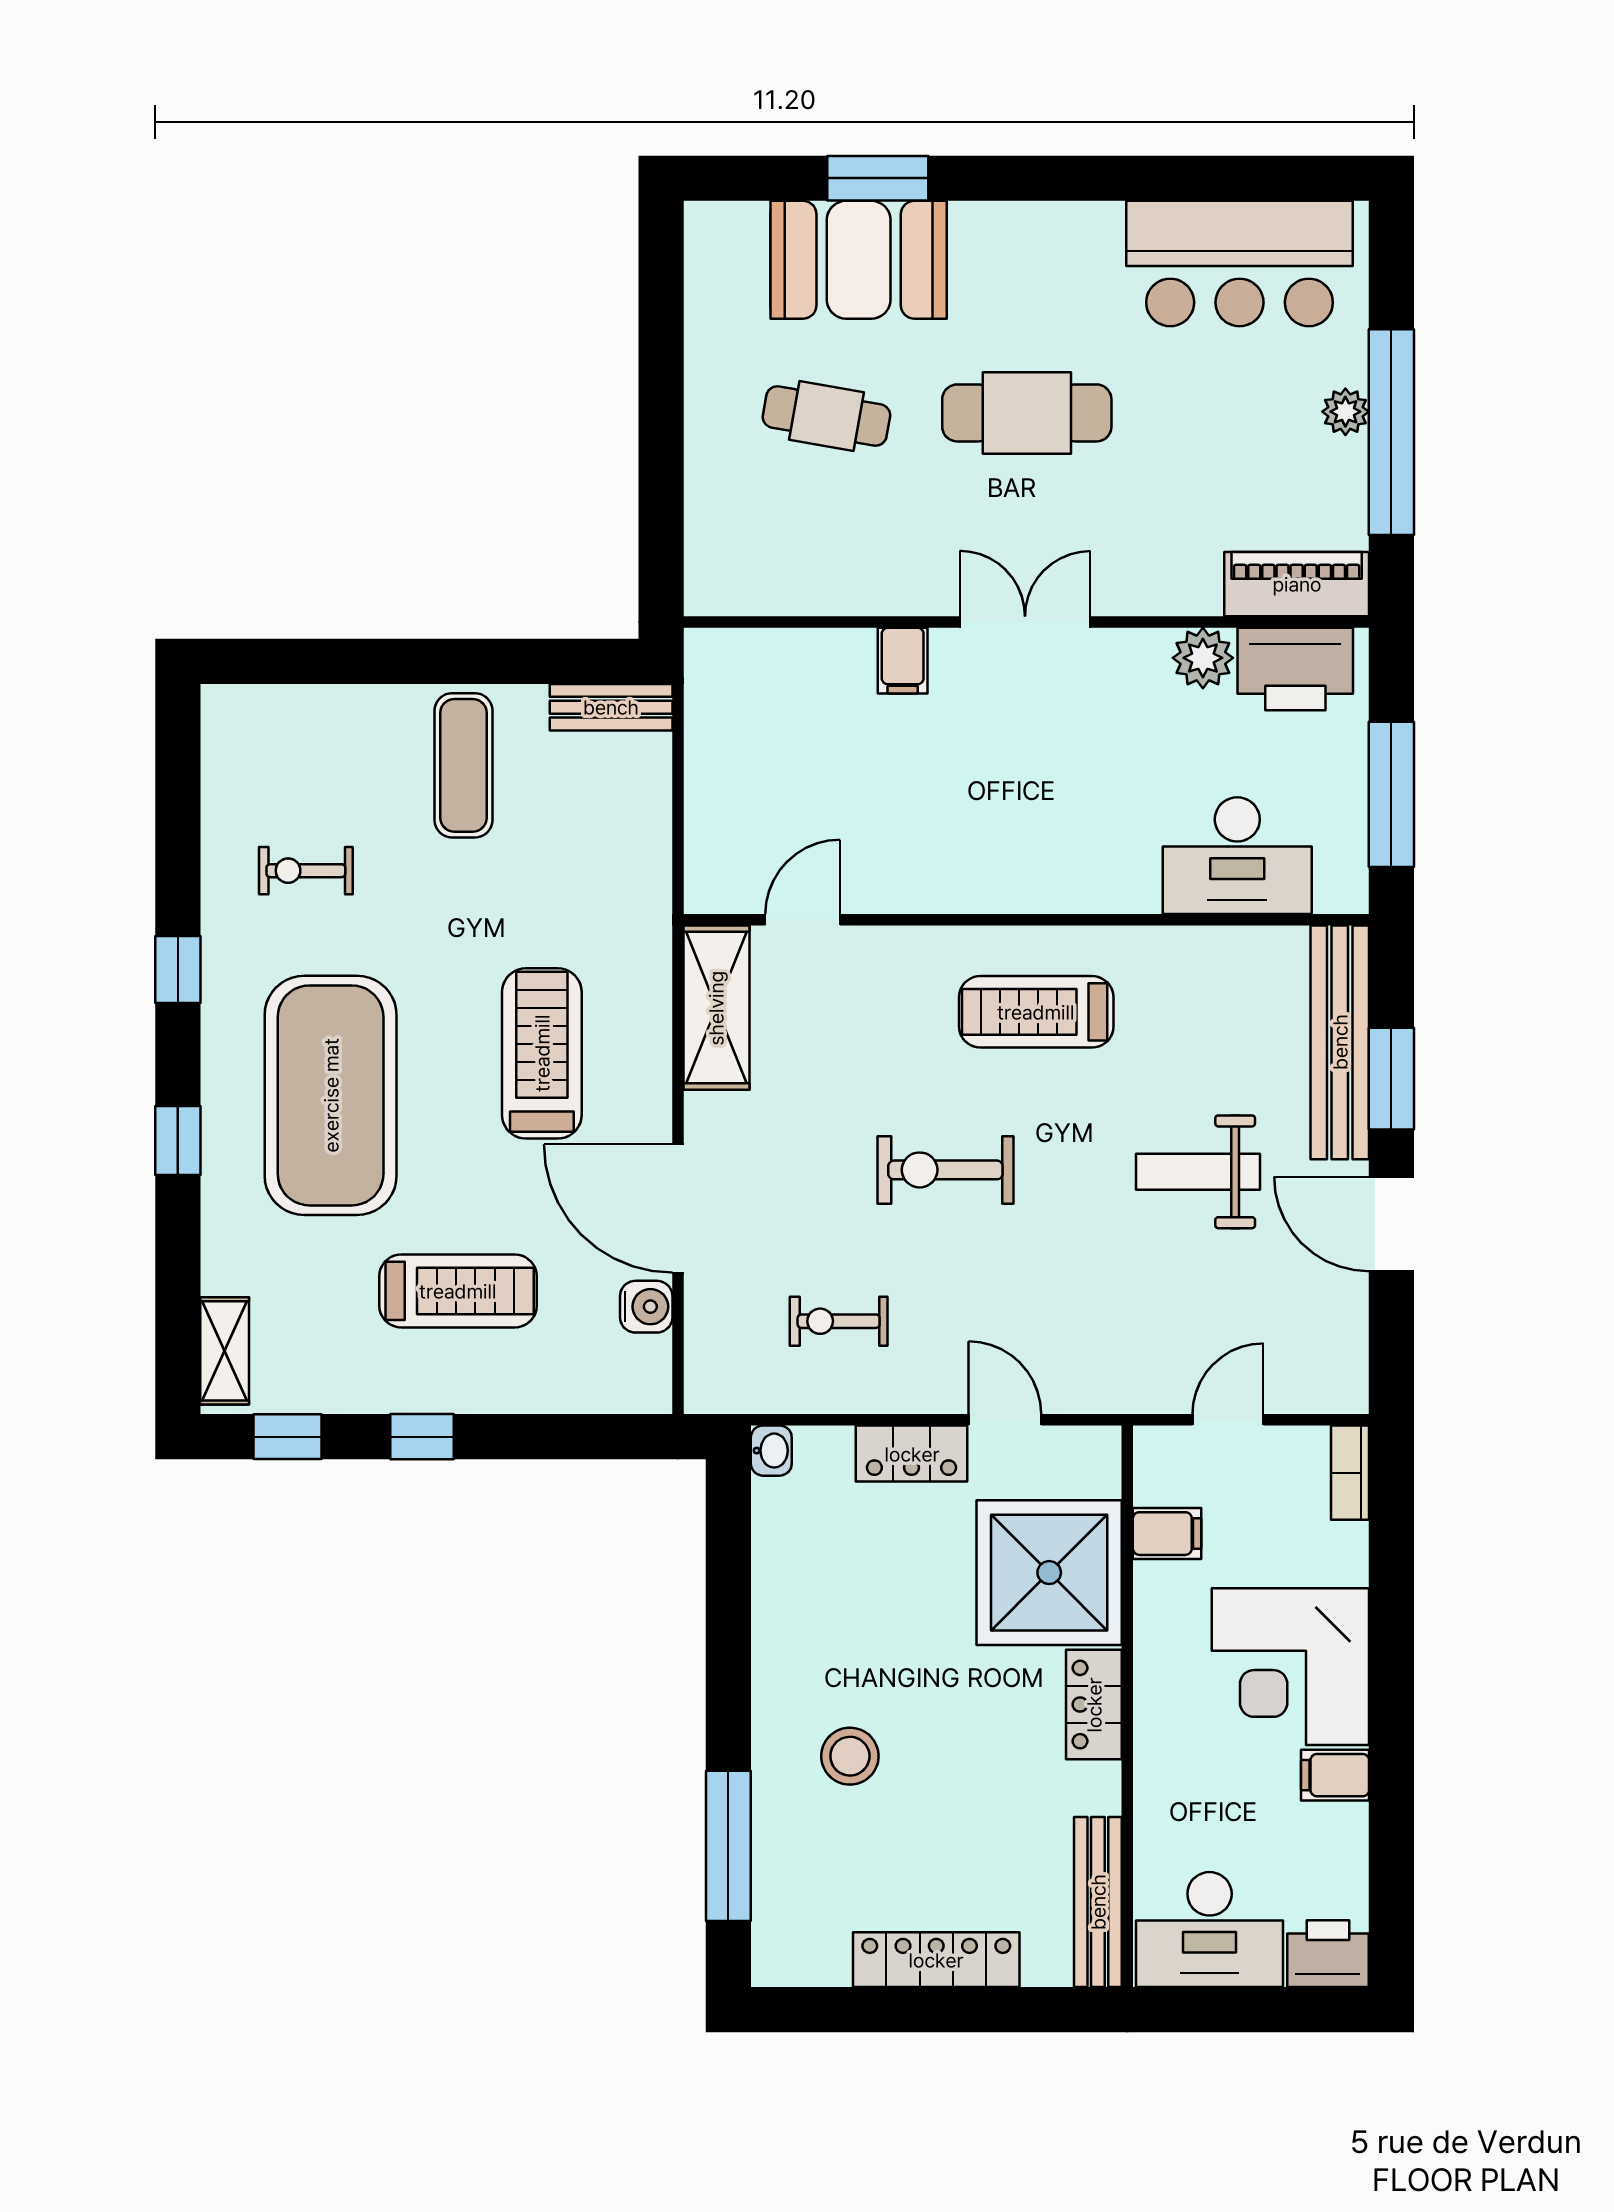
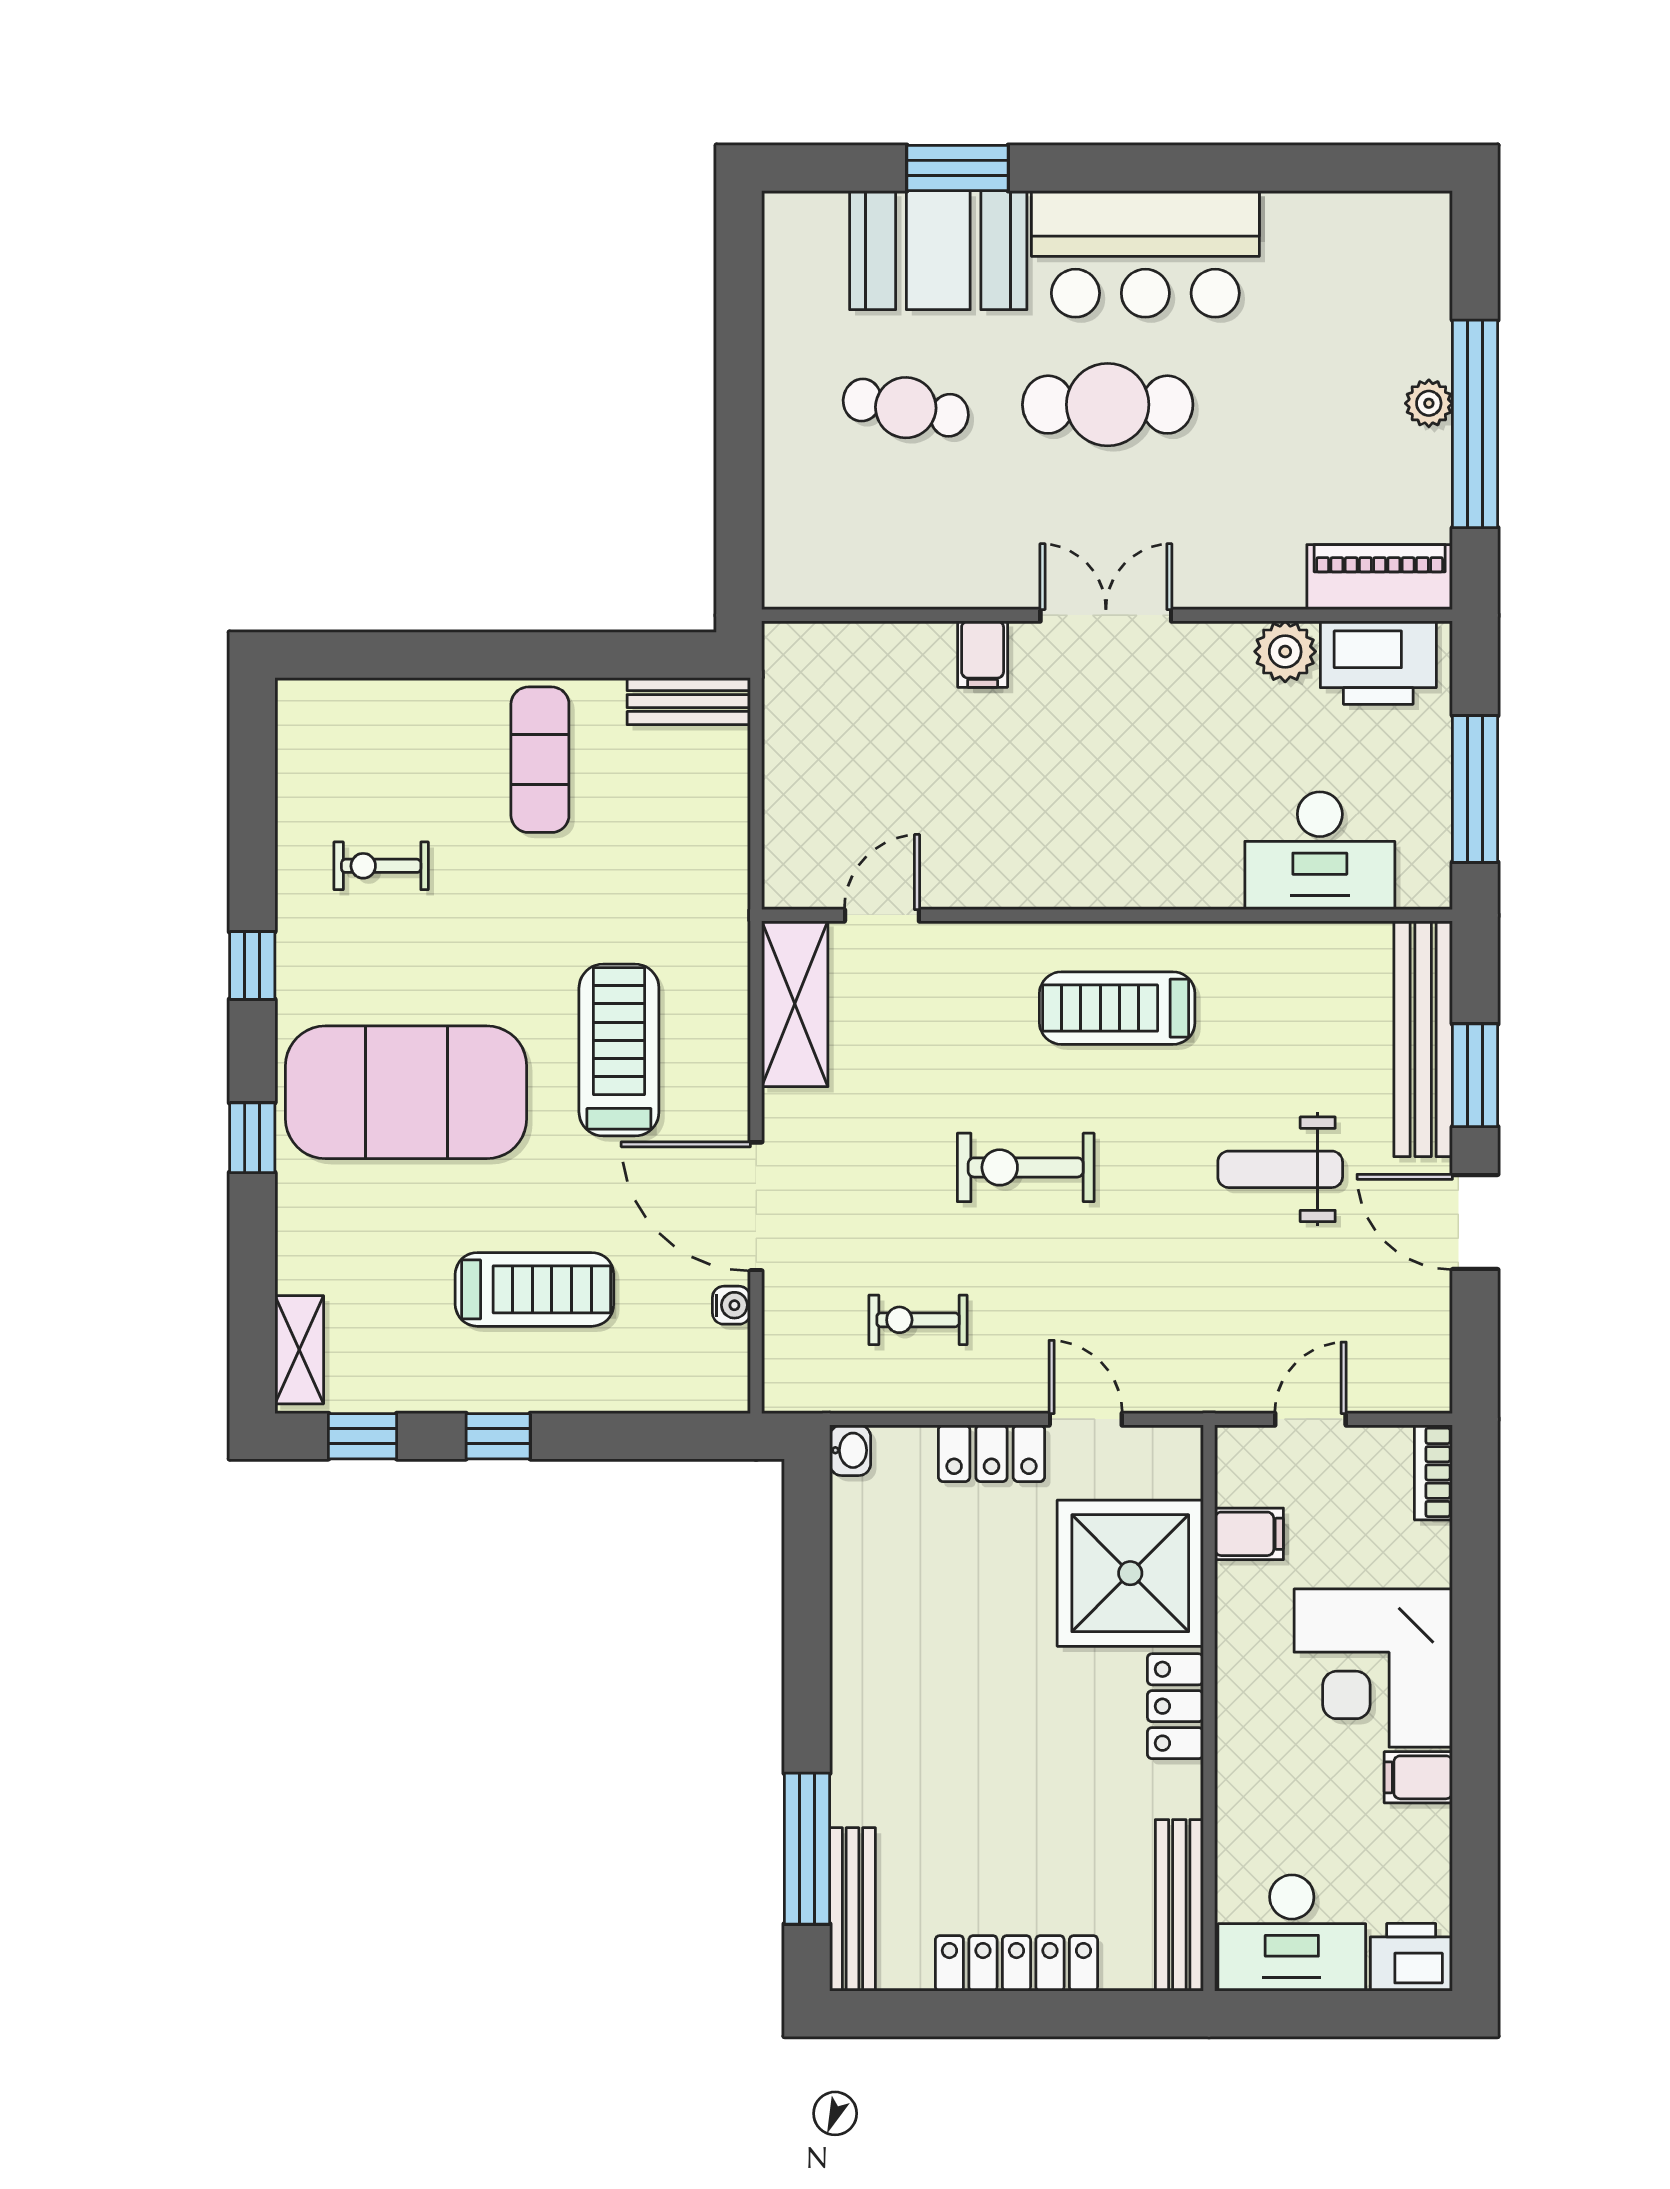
bar counter: (1239, 264) -> (1145, 254), moved
exercise mat: (331, 1095) -> (406, 1092), turned 90
water cooler: (646, 1307) -> (731, 1305), width x0.72, depth x0.72
stool: (850, 1756) -> (929, 1758), removed
bench: (774, 1906) -> (853, 1909), added

